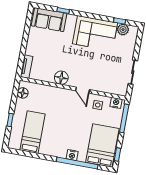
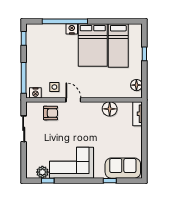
floor lamp: (61, 78) -> (110, 109), moved
armchair: (106, 82) -> (51, 113), added
bed: (102, 145) -> (93, 45), moved

